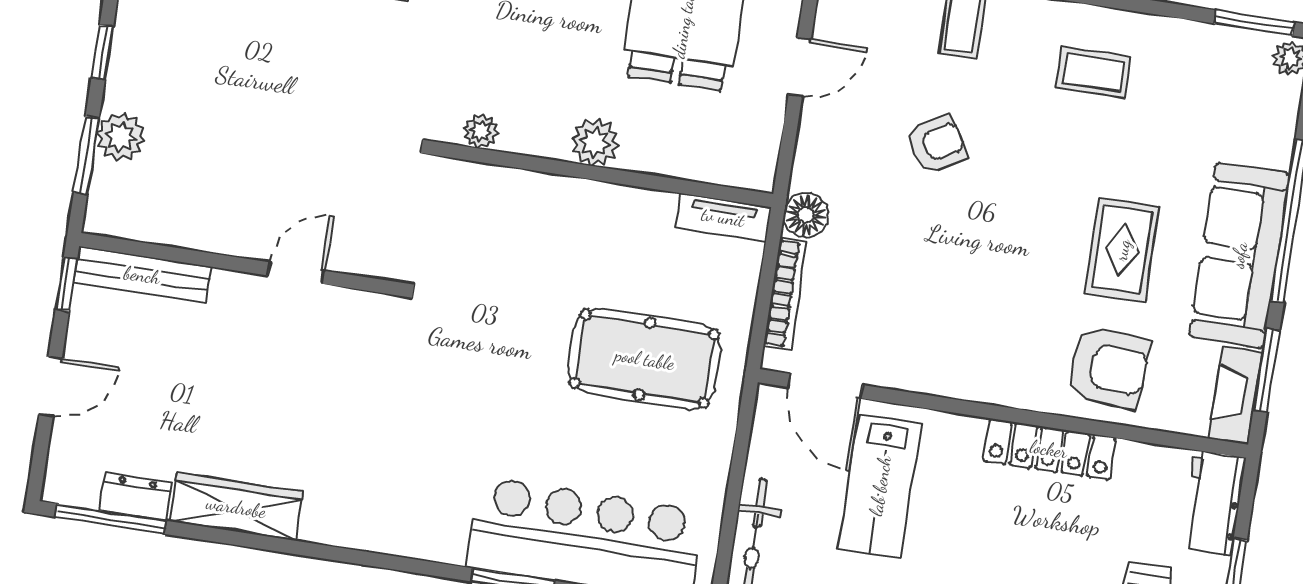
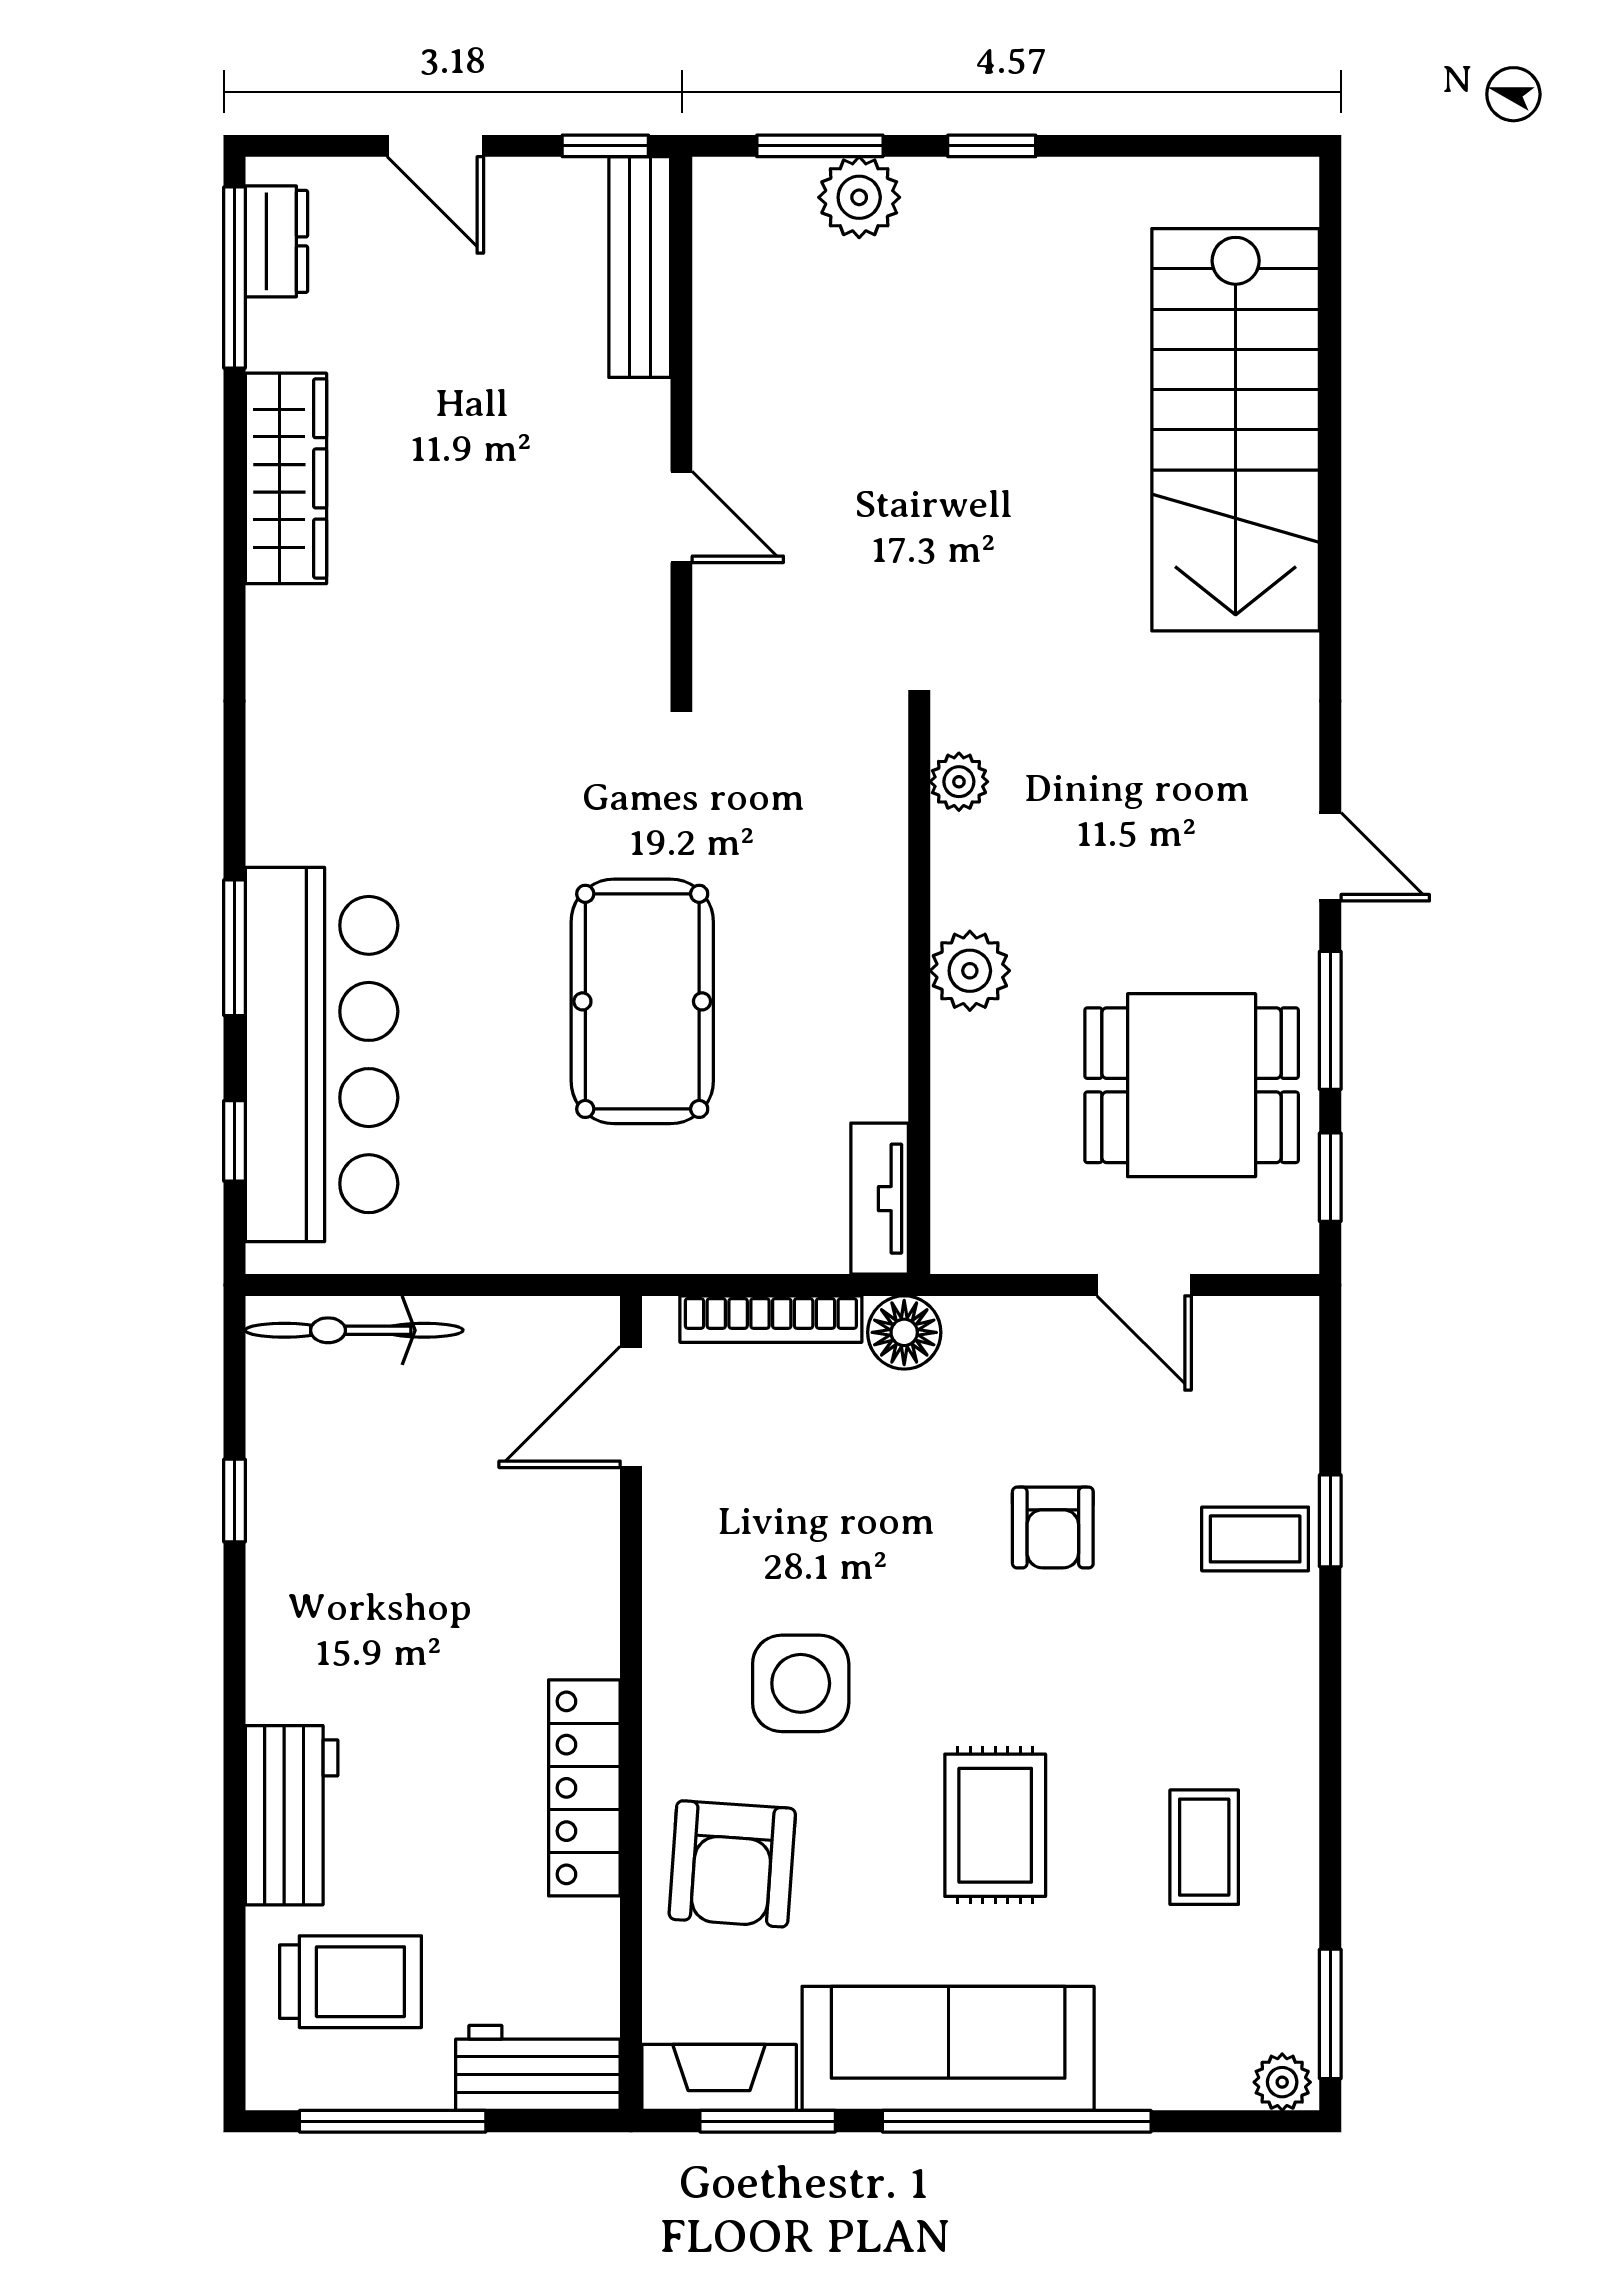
coffee table: (1093, 72) -> (1204, 1847), moved
armchair: (937, 144) -> (1053, 1528), turned 31
rug: (1122, 250) -> (995, 1825), moved, turned 90
side table: (1007, 310) -> (801, 1683), added
pool table: (645, 359) -> (642, 1001), moved
lab bench: (880, 486) -> (482, 1521), removed
dresser: (135, 497) -> (276, 241), moved

